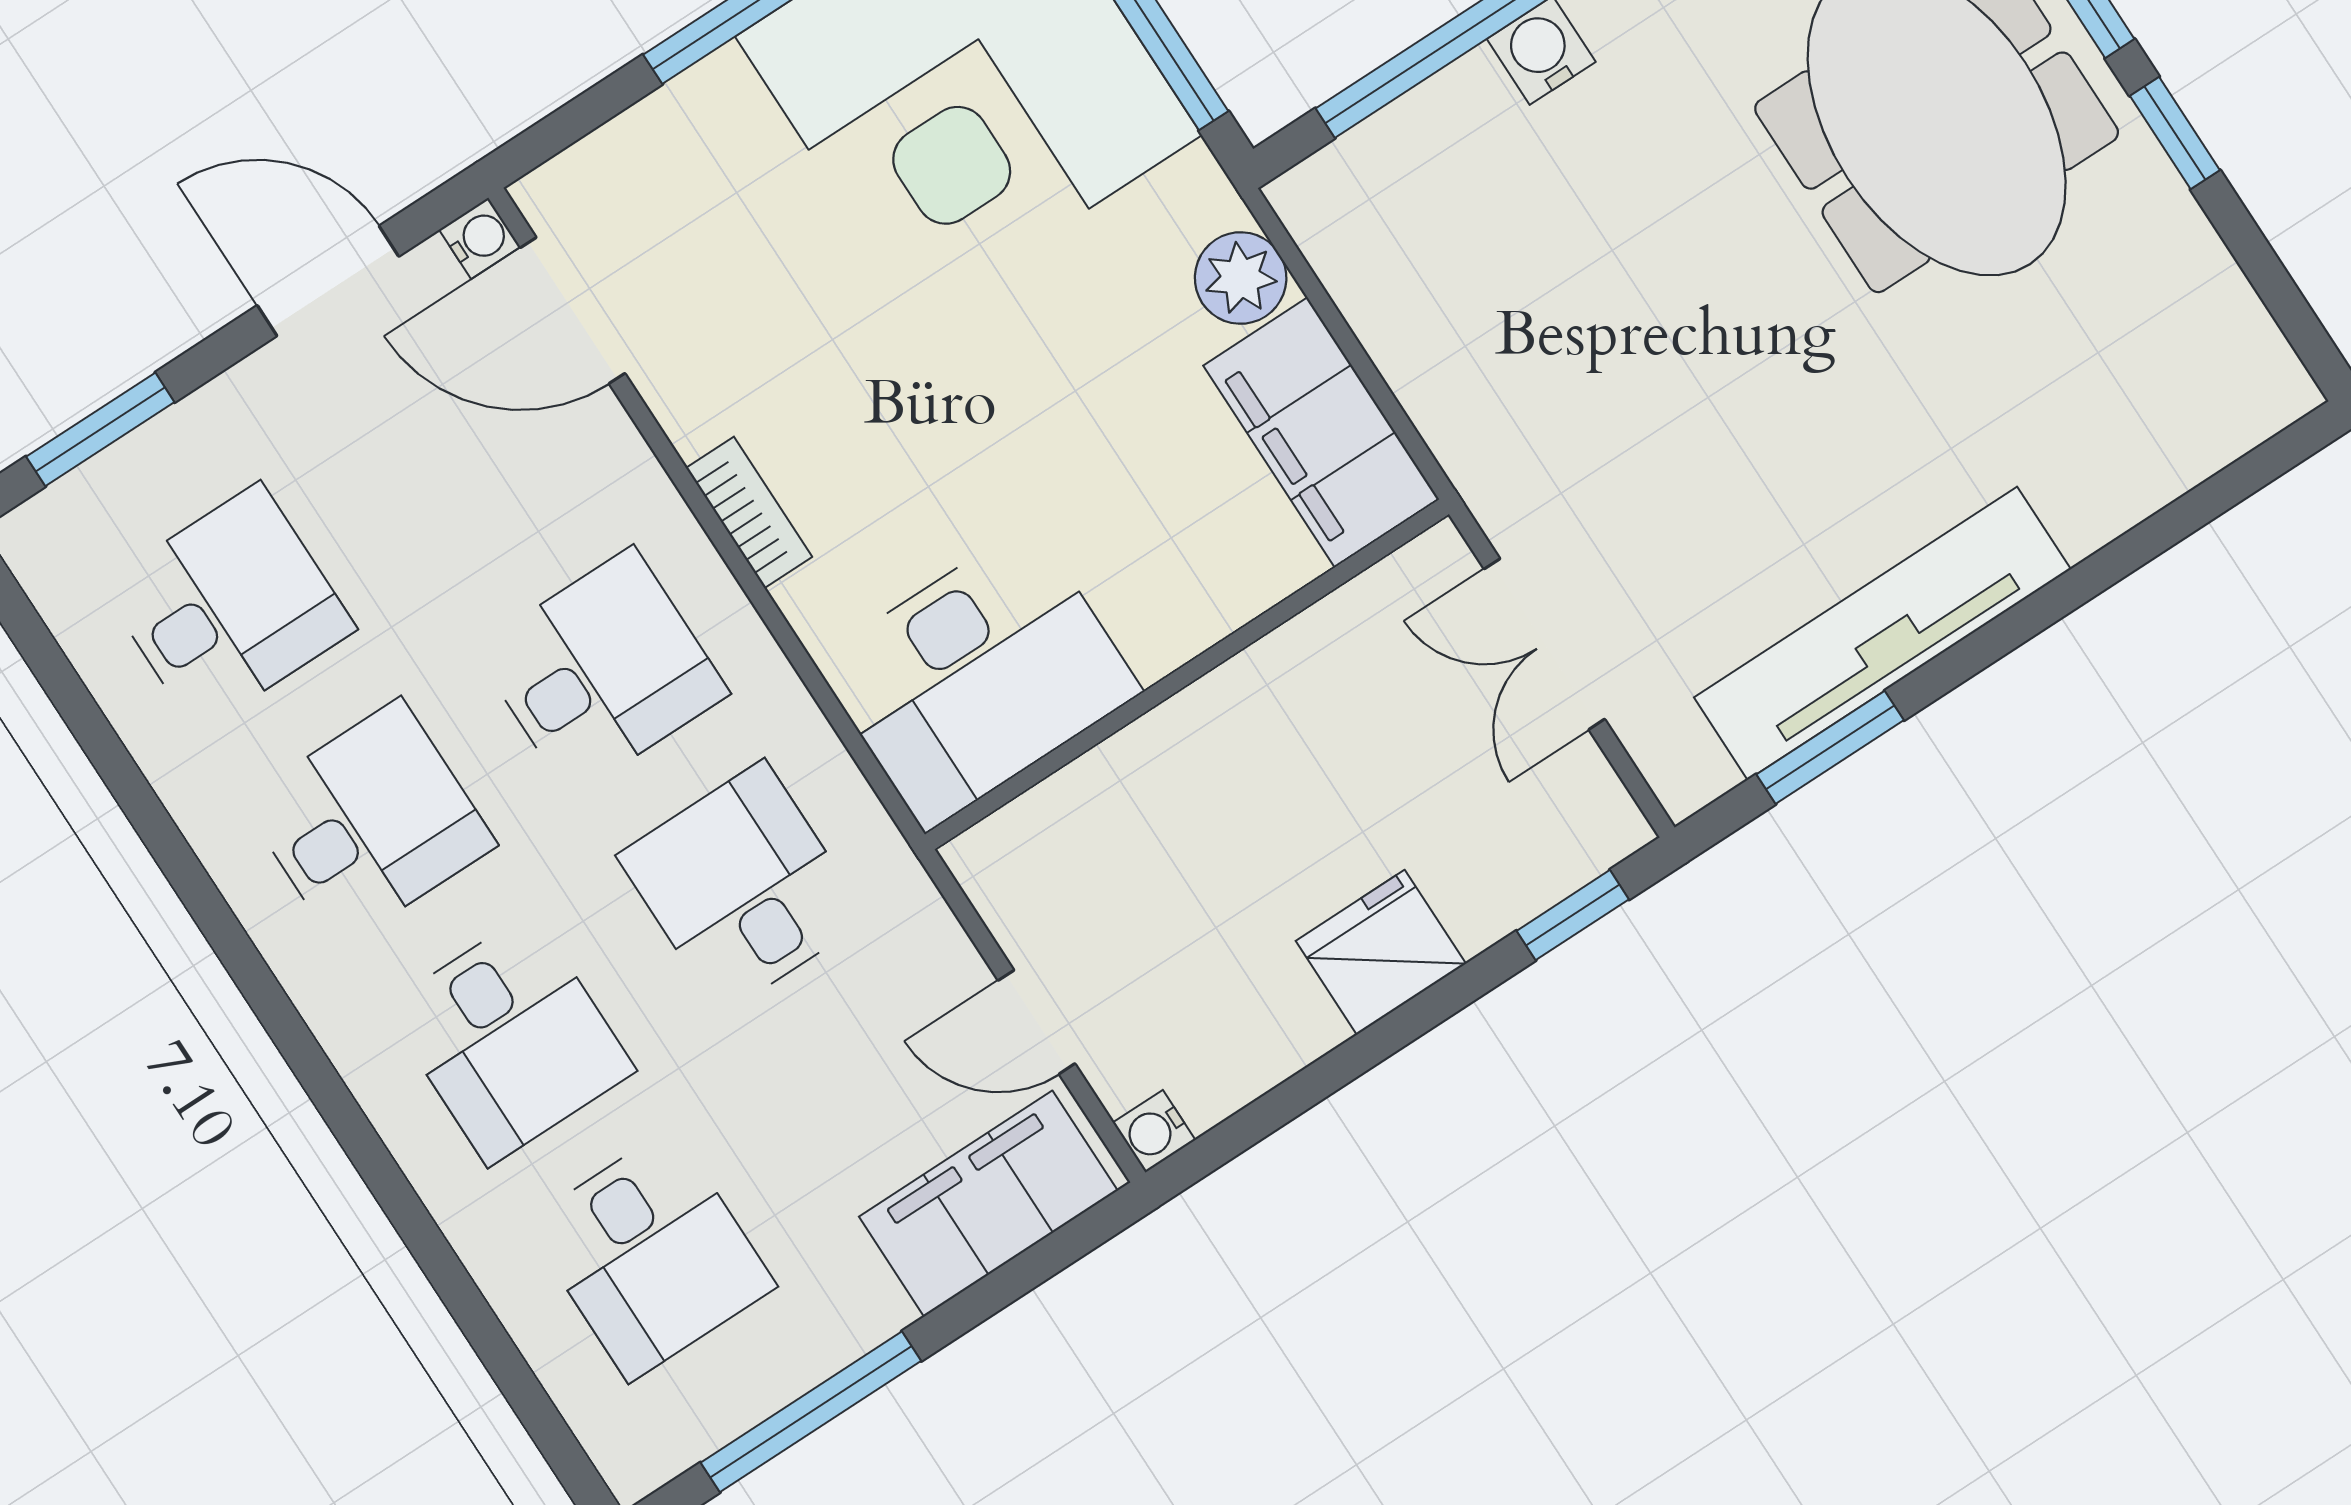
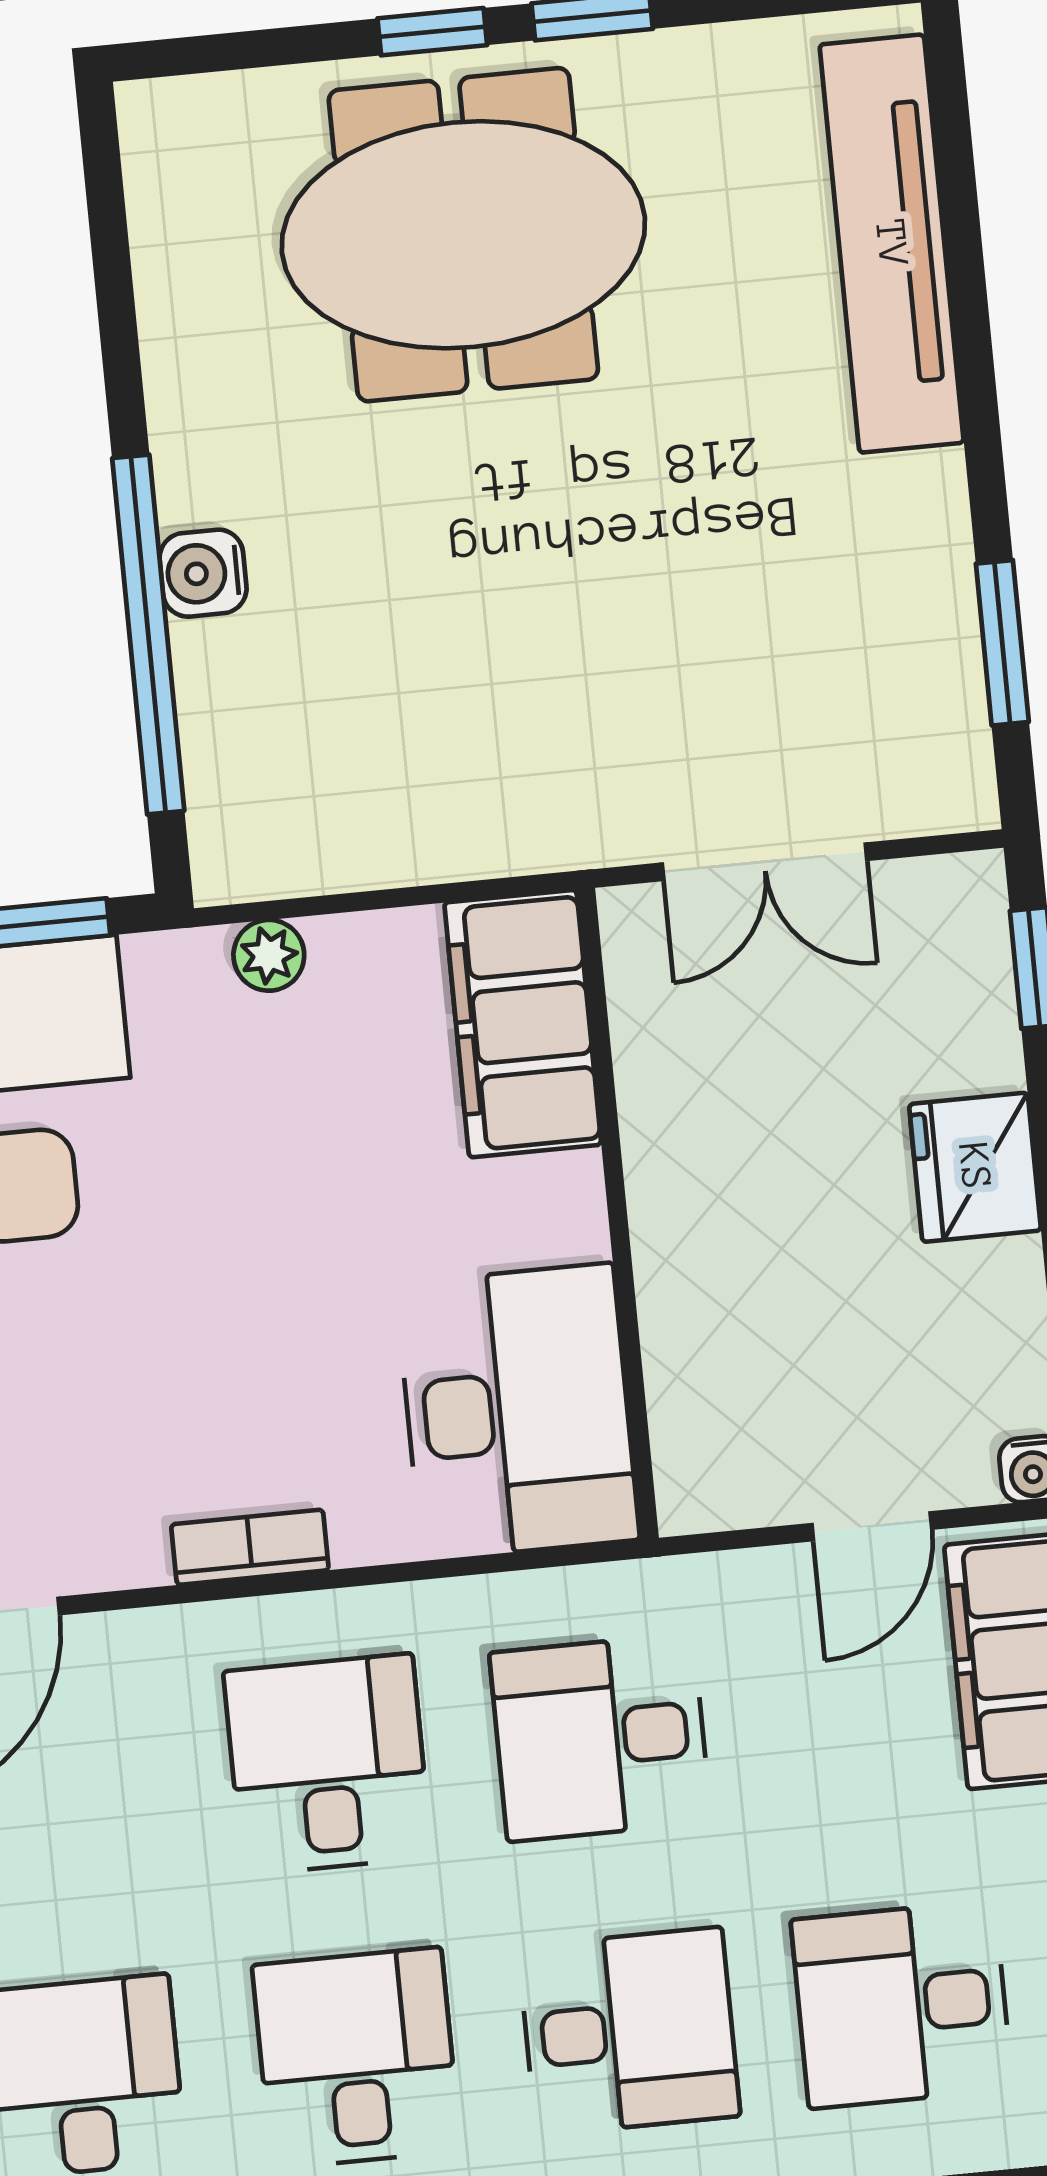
plant: (1241, 278) -> (269, 955), width x0.73, depth x0.73
filing cabinet: (1321, 432) -> (523, 1024), moved, turned 90
tv unit: (1882, 633) -> (892, 244), moved
desk: (651, 1255) -> (902, 2004), turned 180

